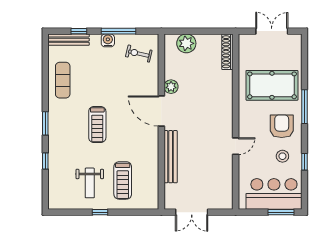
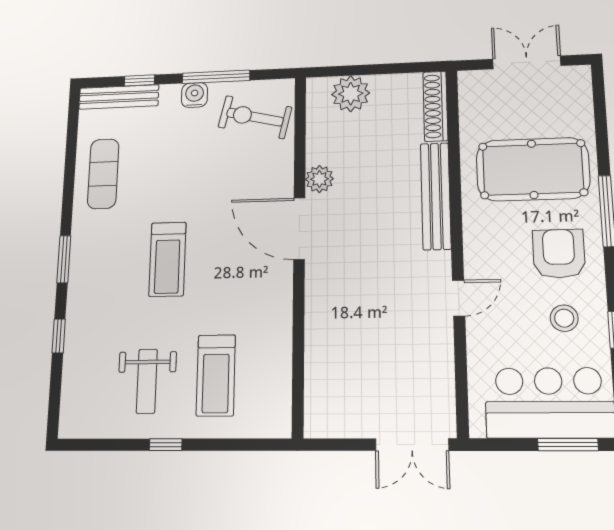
exercise bike: (139, 54) -> (255, 117), width x1.38, depth x1.39
bench: (171, 157) -> (436, 196), moved
double door: (192, 212) -> (412, 445), moved

